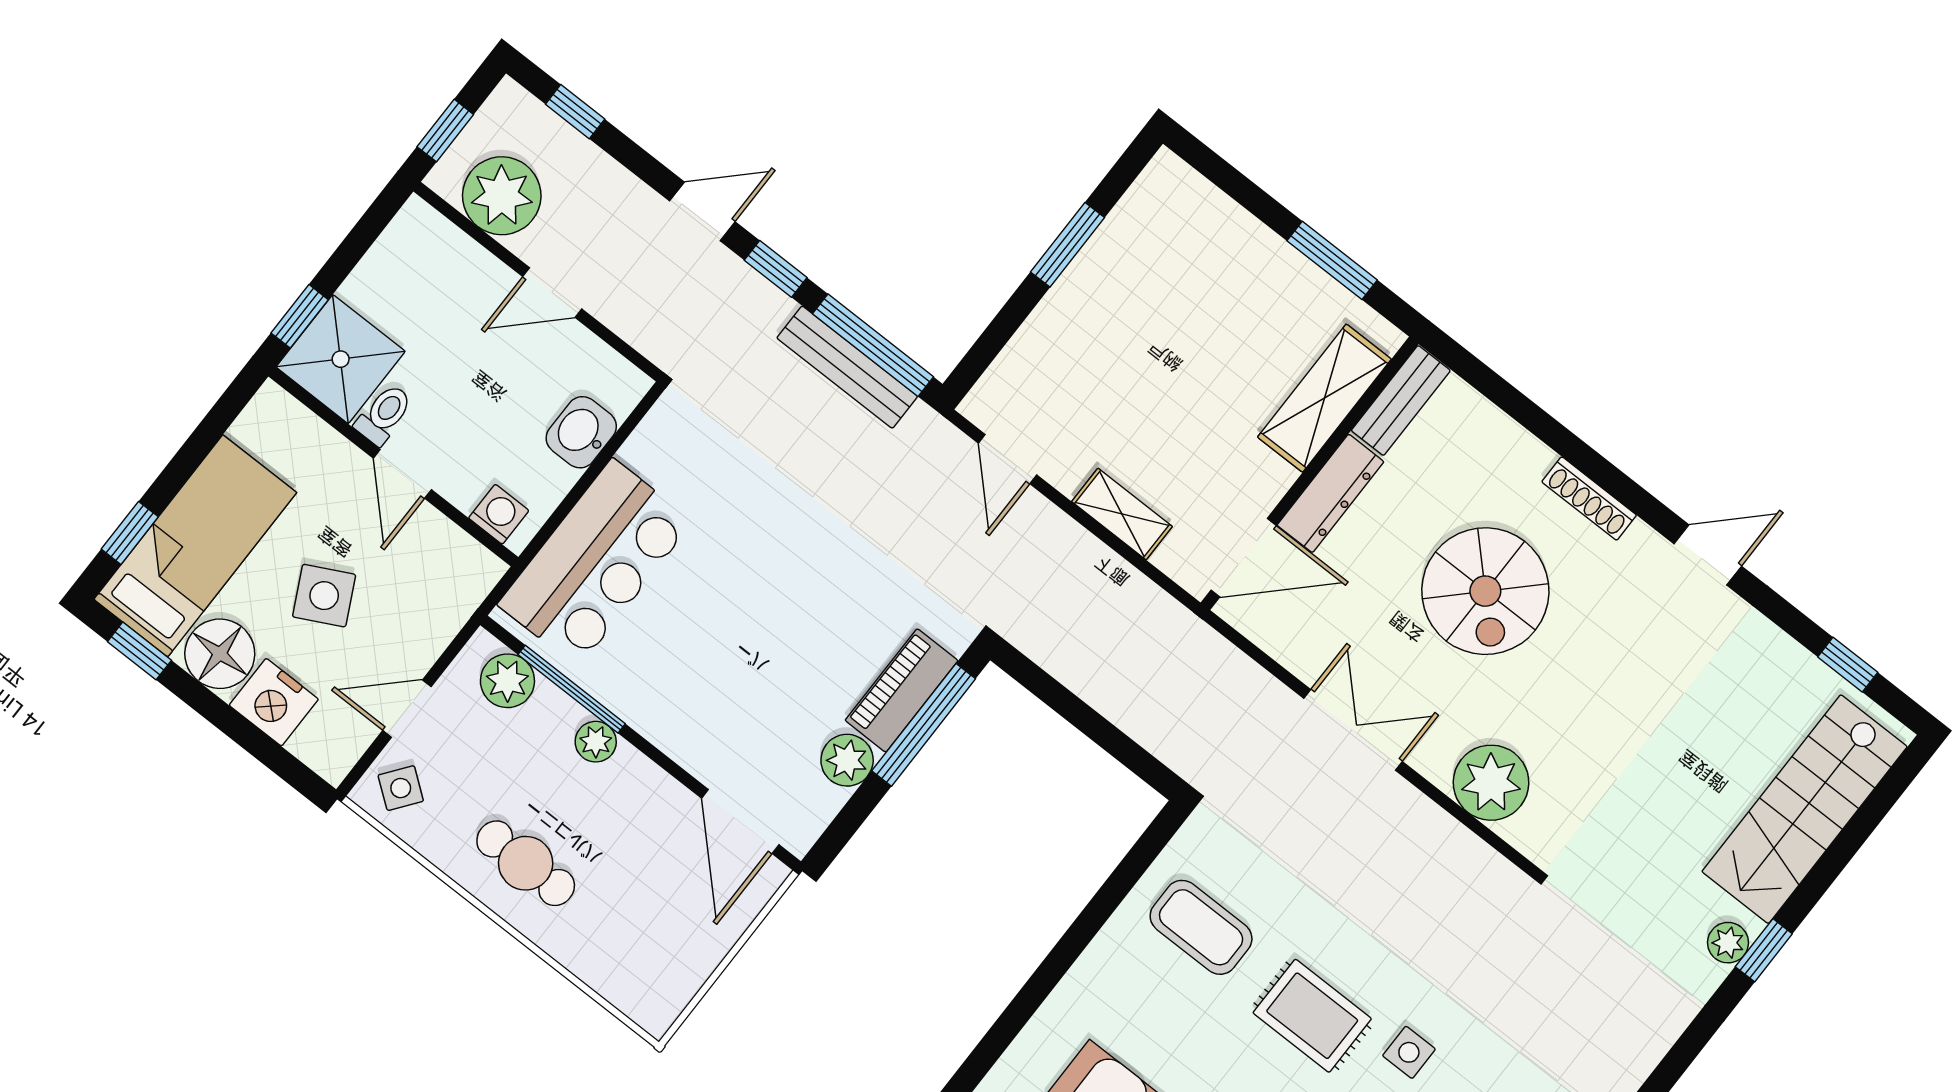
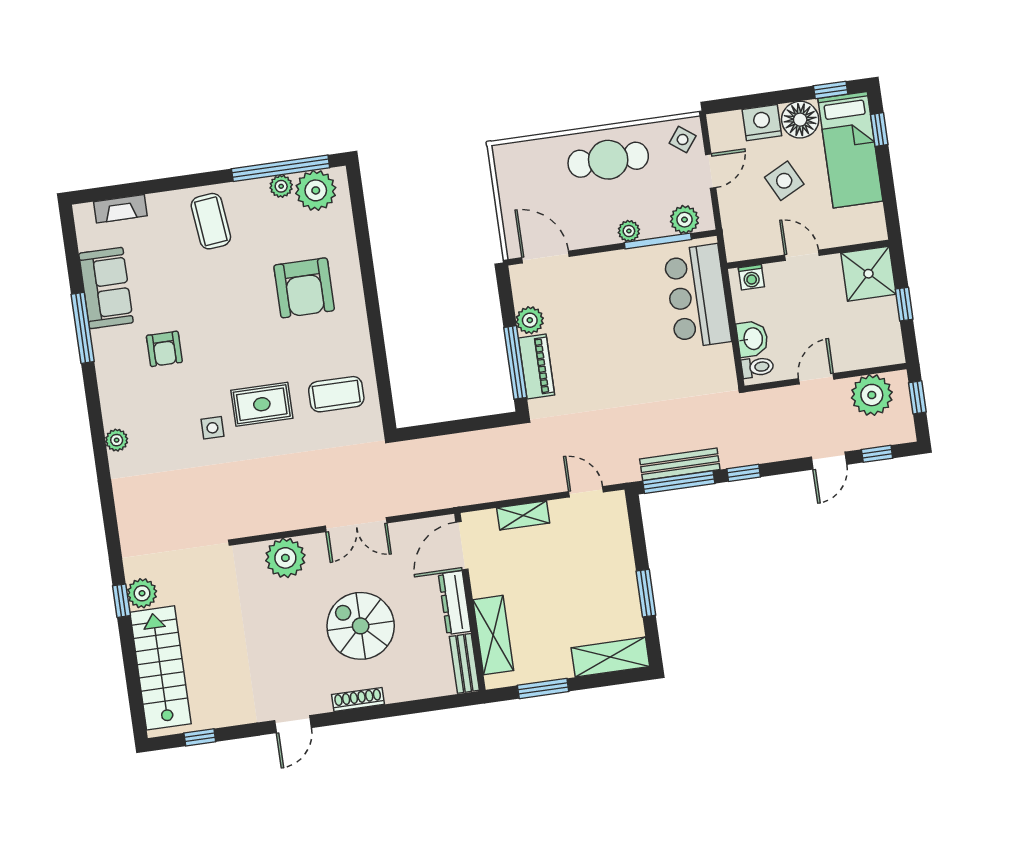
shelving: (1201, 210) -> (610, 657), added
door: (702, 211) -> (829, 461), moved
window: (300, 316) -> (904, 304), moved
toilet: (384, 414) -> (757, 367), moved, turned -90
cafe table: (526, 863) -> (608, 160), width x1.37, depth x1.35
plant: (1728, 943) -> (142, 593), width x1.38, depth x1.38

